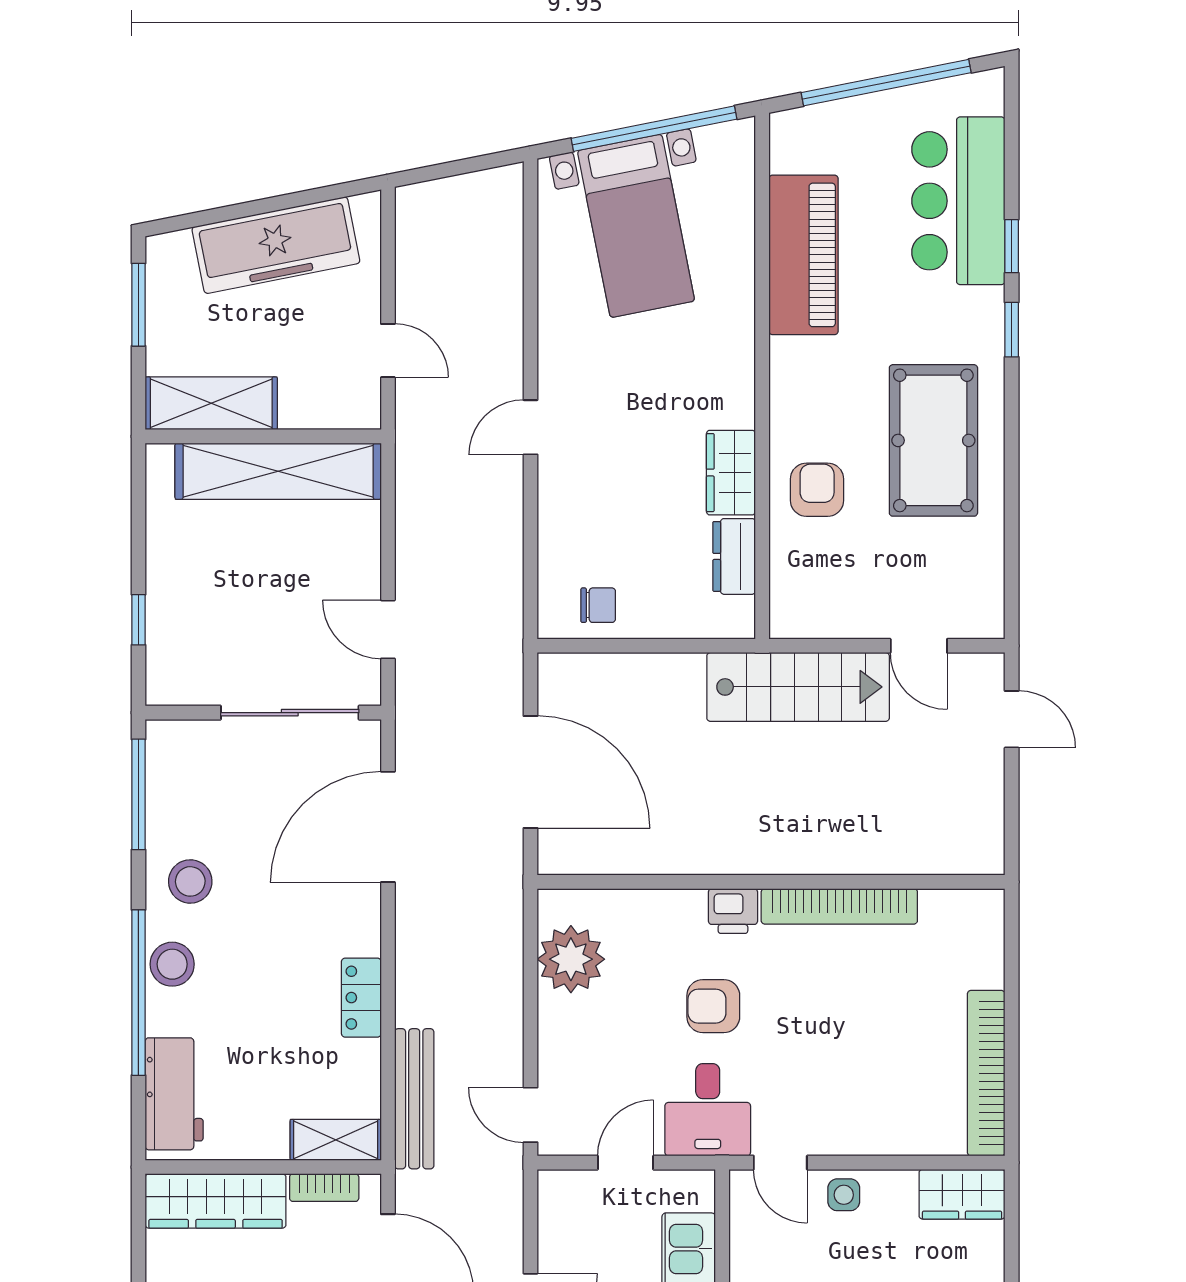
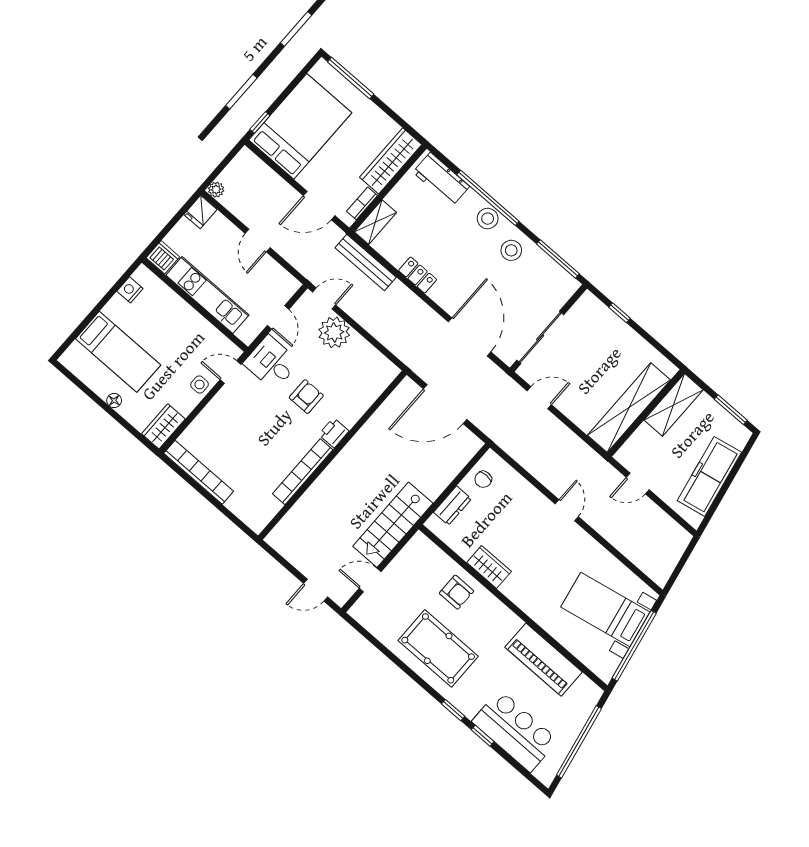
dresser: (734, 556) -> (452, 506), moved, turned 90
plant: (571, 959) -> (334, 332), moved

